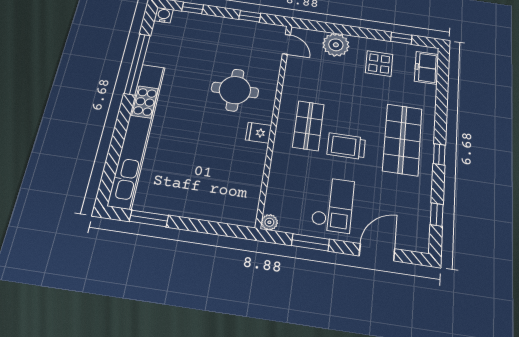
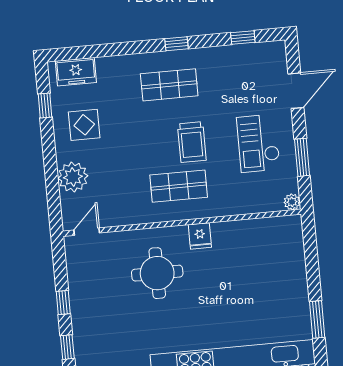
window: (250, 16) -> (63, 302), moved
shop shelf: (402, 139) -> (169, 85), width x0.70, depth x0.74
checkout: (333, 205) -> (258, 143), turned -90
door: (377, 252) -> (296, 91), swing flipped

